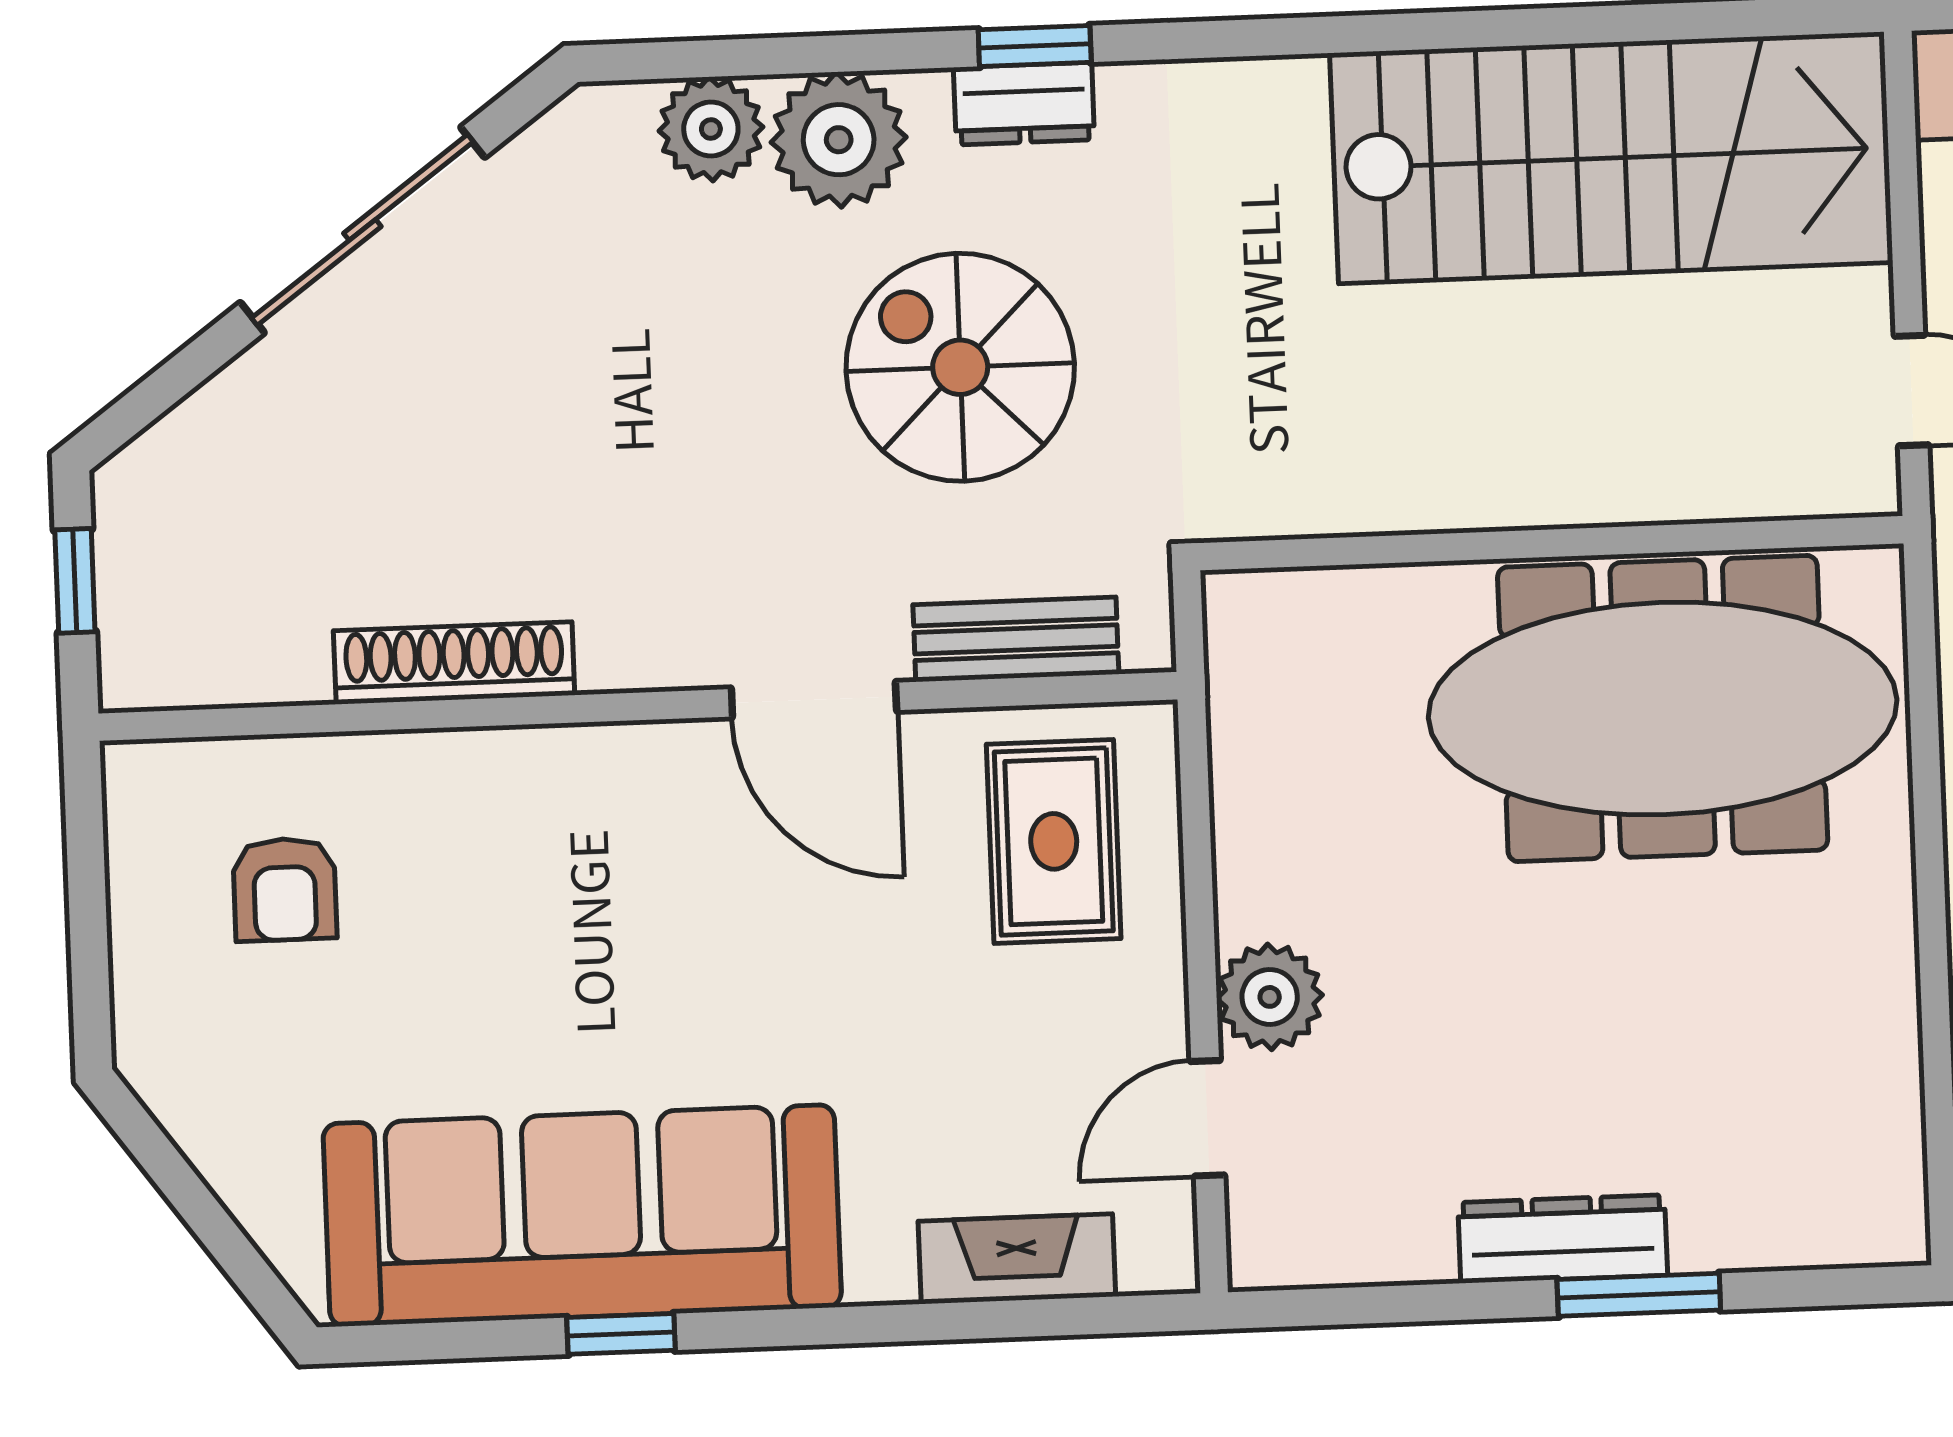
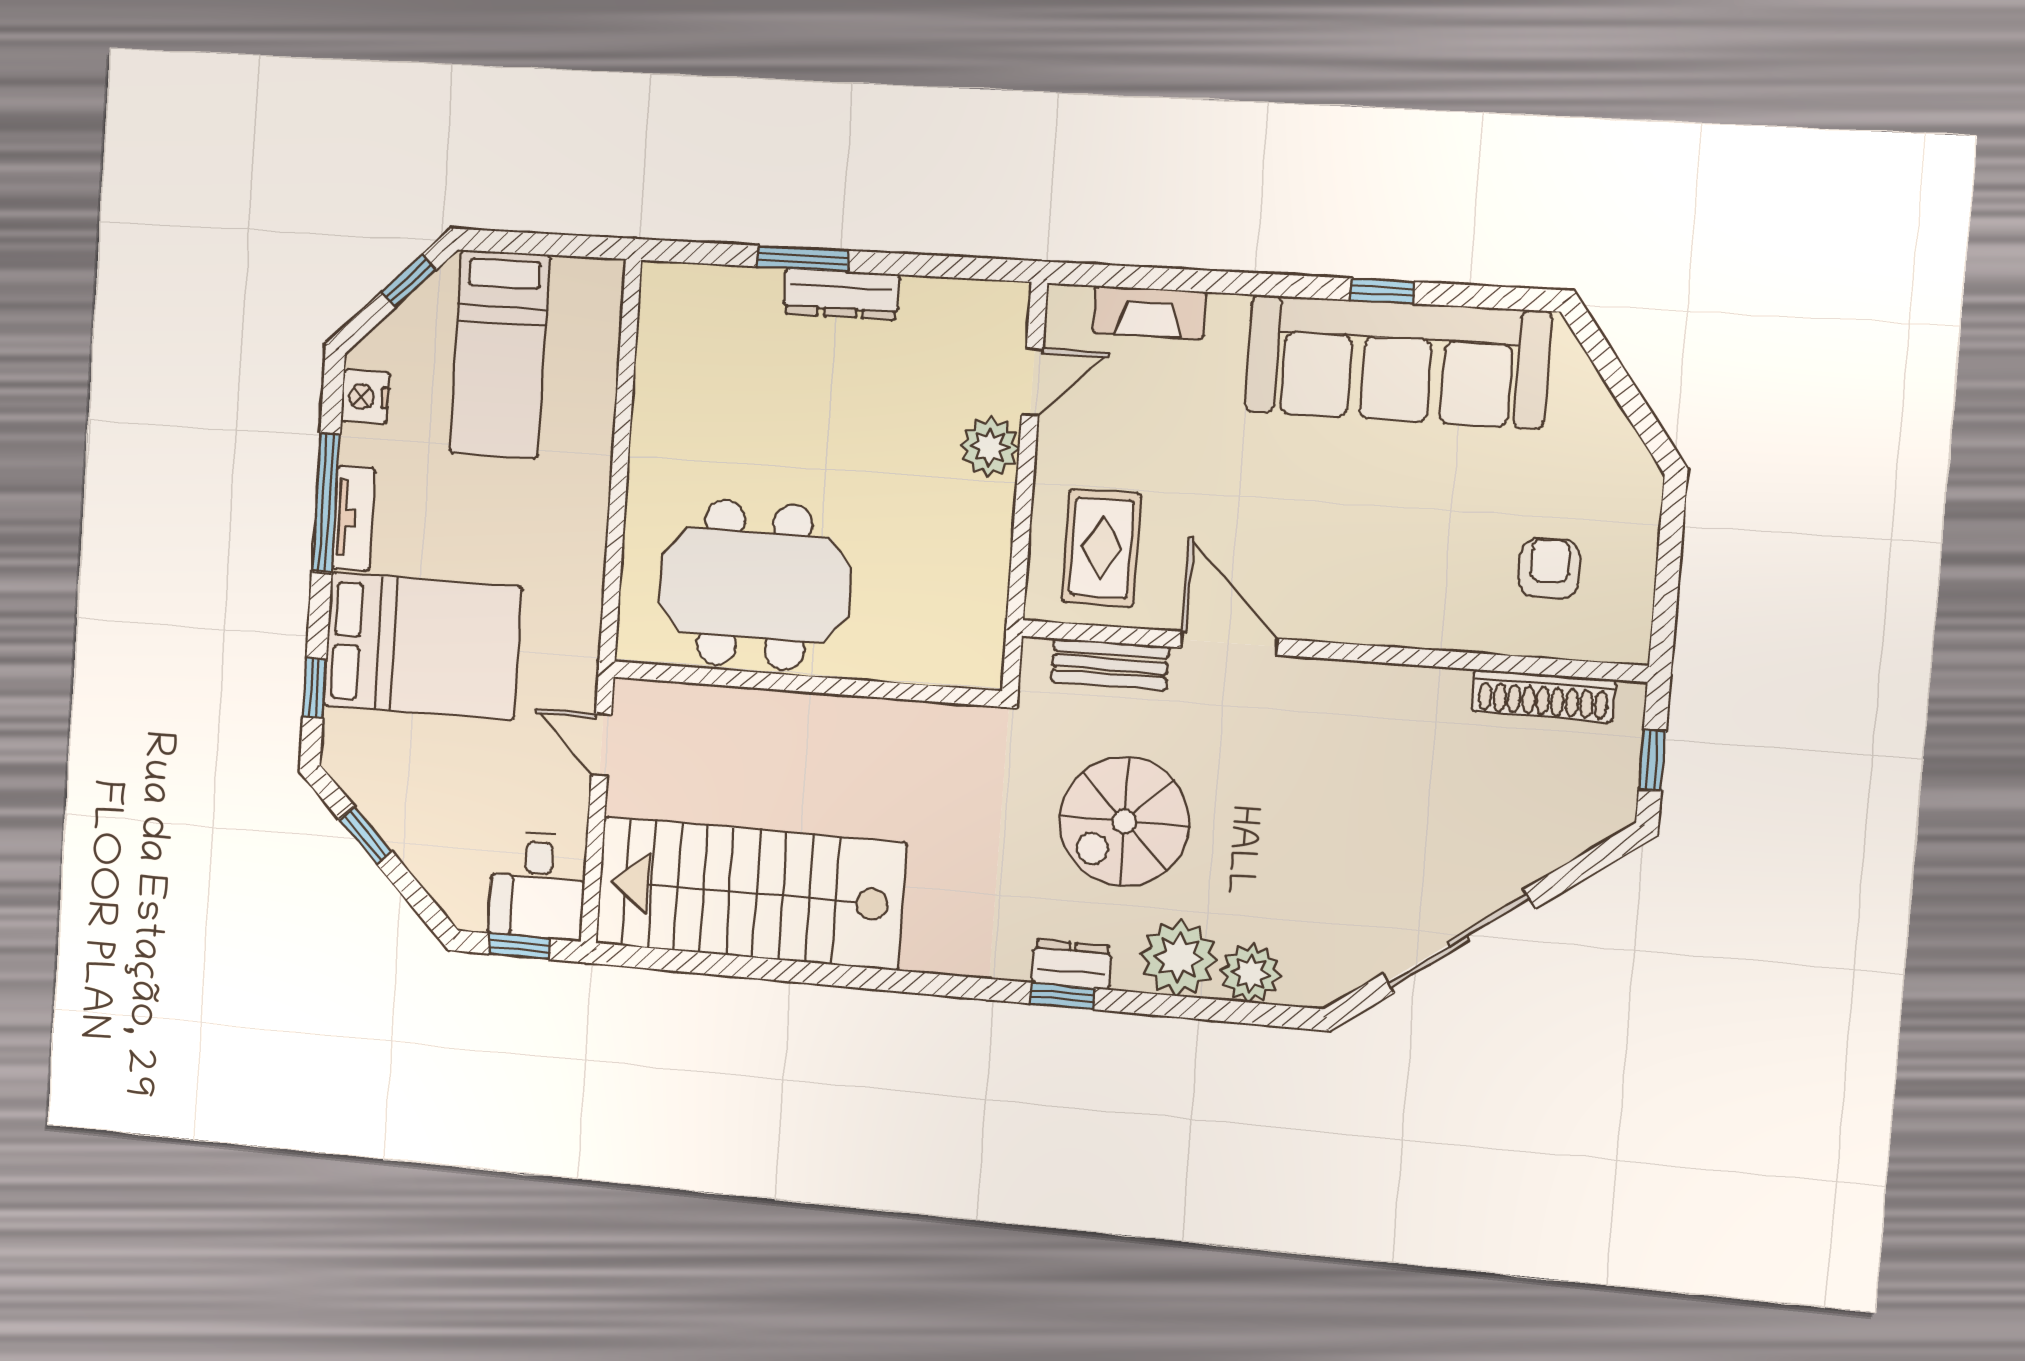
spiral stairs: (960, 367) -> (1124, 821), turned 90
shoe rack: (454, 663) -> (1543, 696), moved
meeting table: (1663, 709) -> (755, 585), width x0.73

